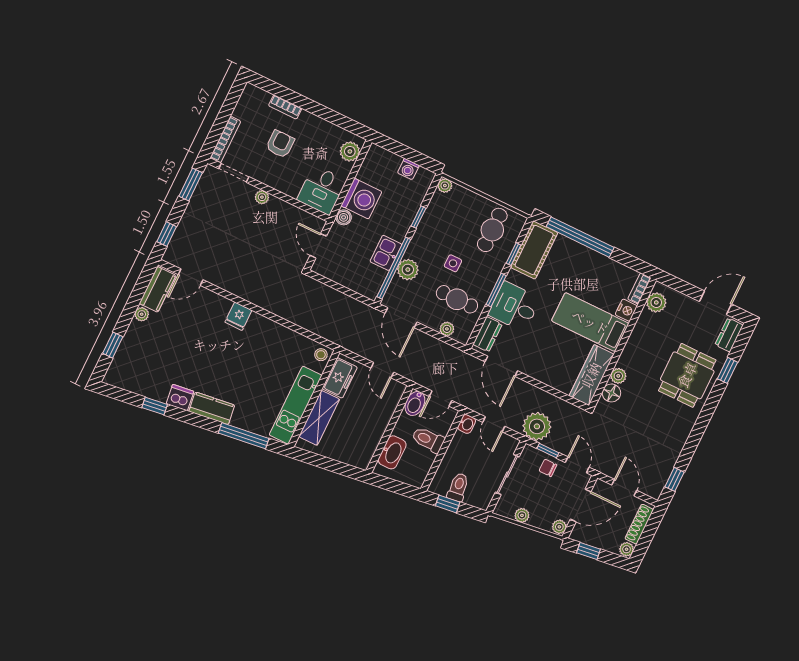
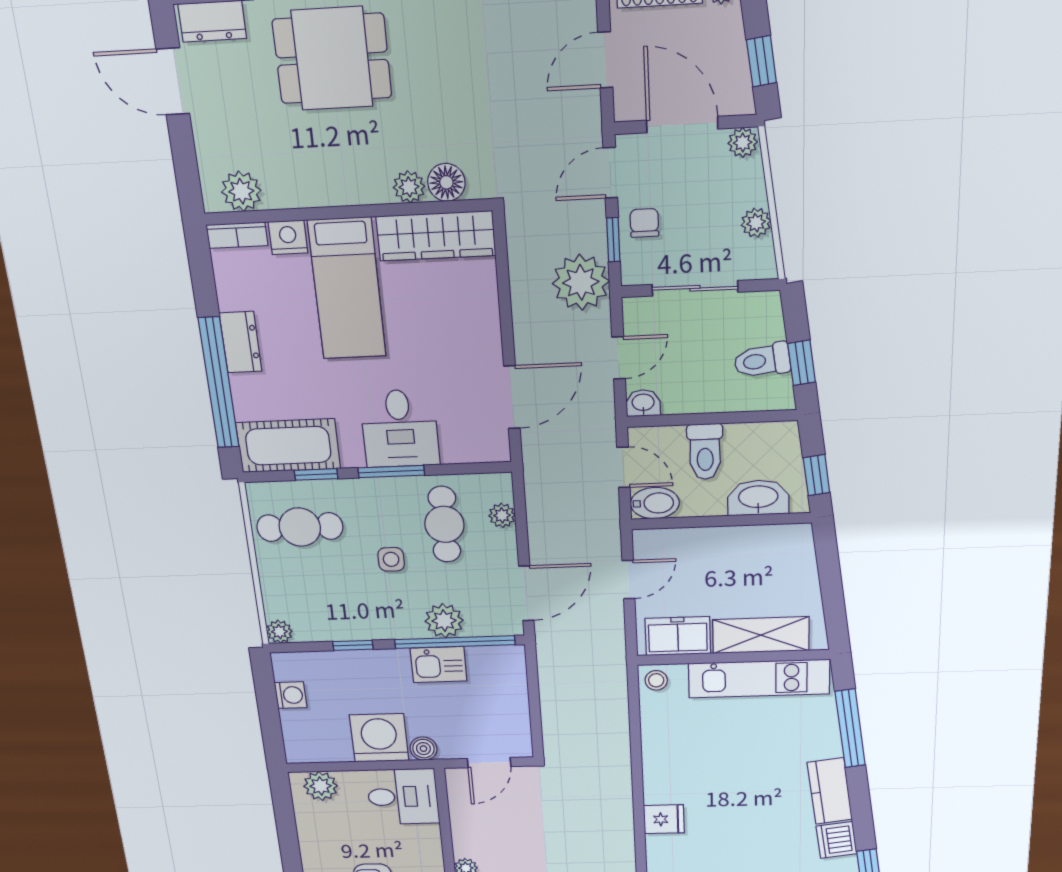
dresser: (488, 334) -> (241, 342), moved, turned 90
chair: (548, 468) -> (644, 223), turned 180
window: (389, 484) -> (817, 475), added

